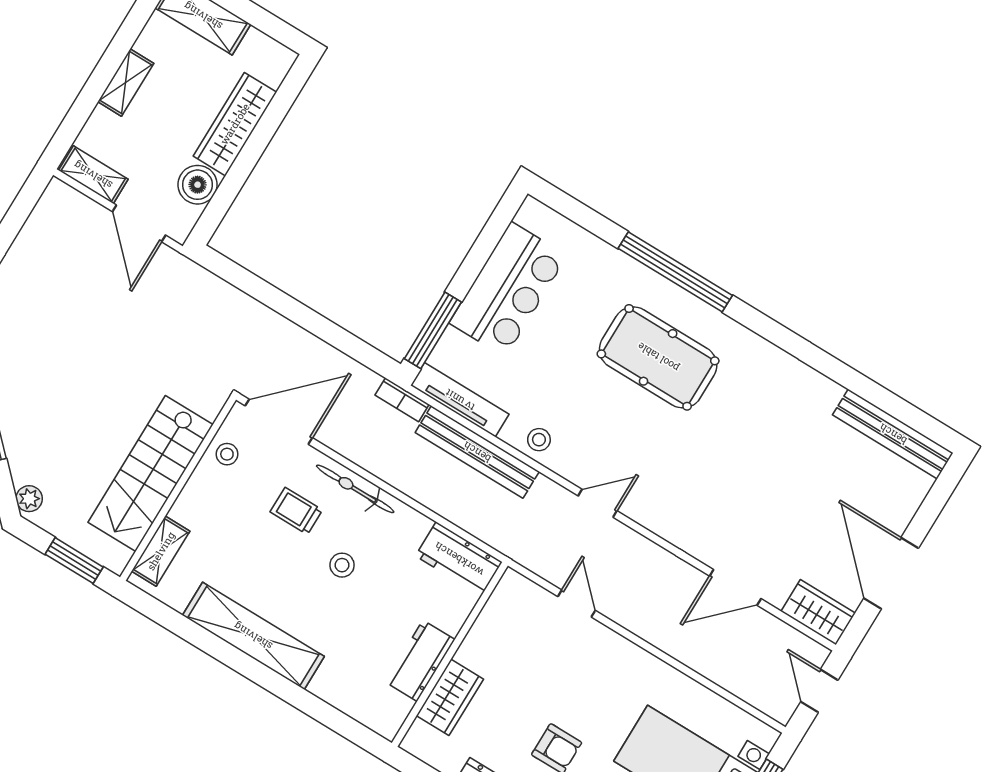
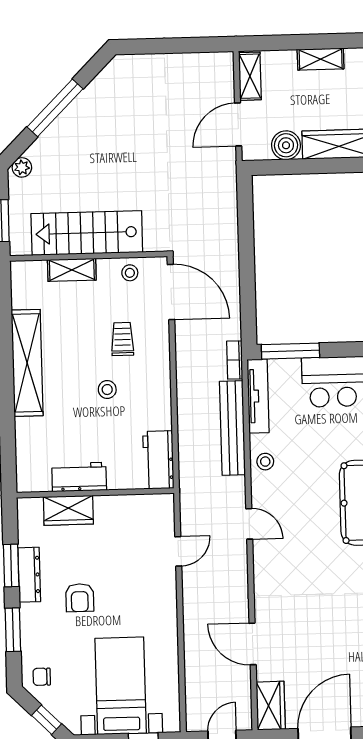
bicycle: (355, 489) -> (160, 367), removed
shelving: (161, 551) -> (72, 270), moved

